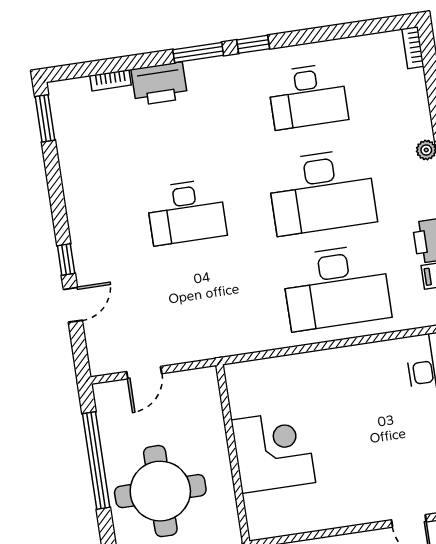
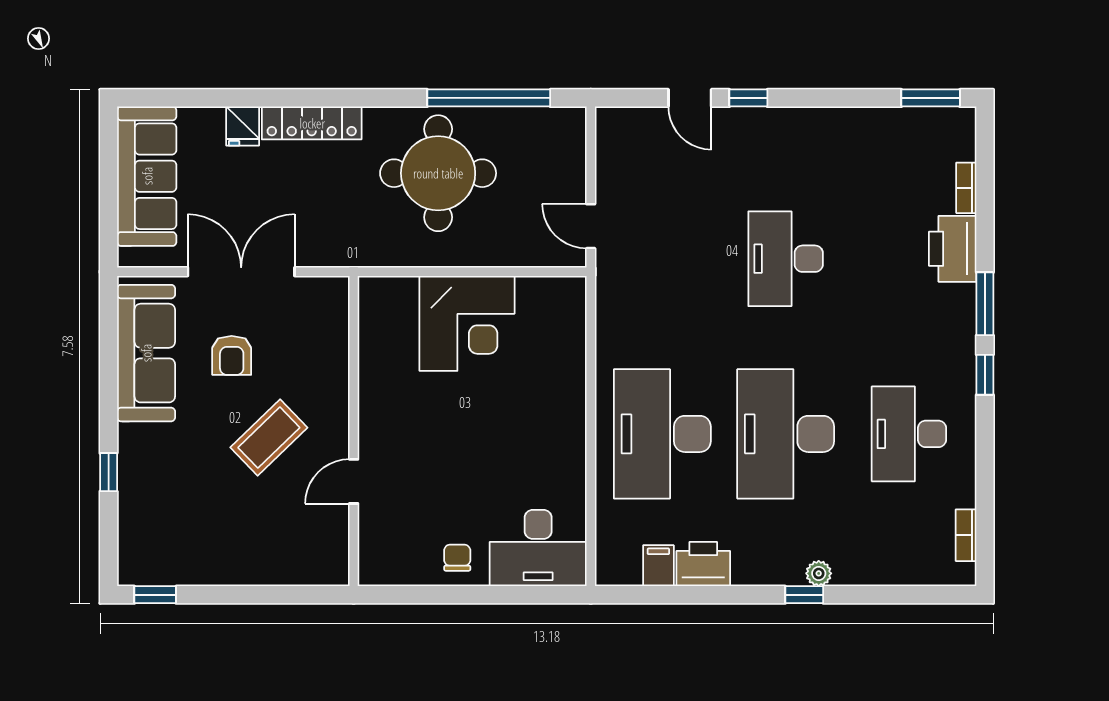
bookcase: (413, 48) -> (966, 535), moved, turned -90
door: (144, 373) -> (591, 226), moved

